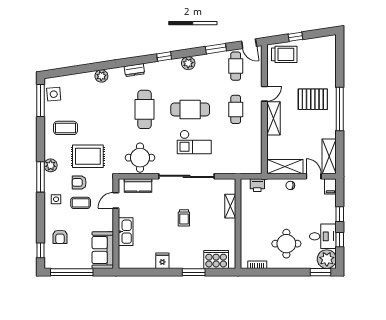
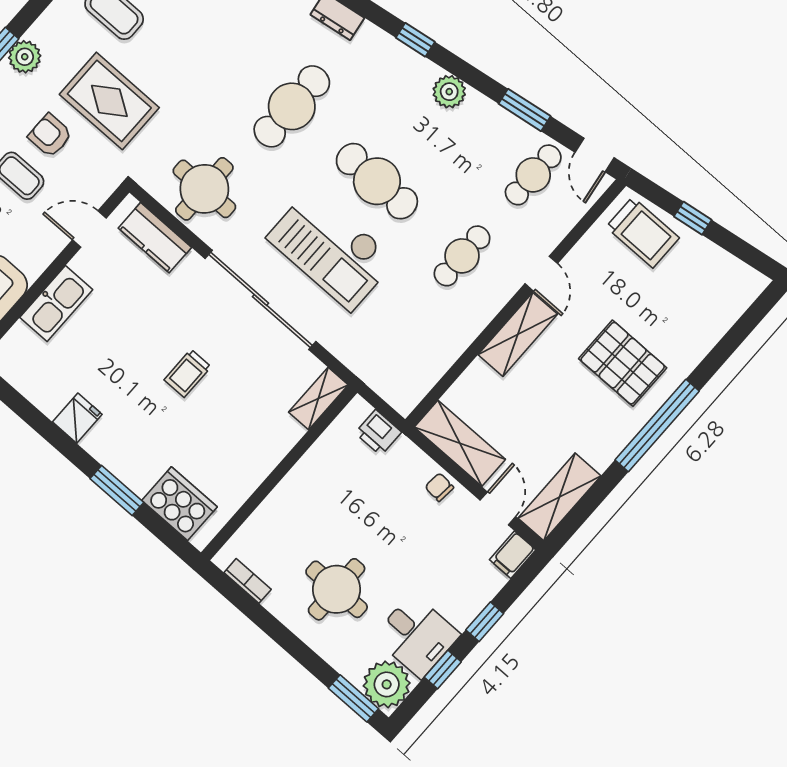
door: (264, 94) -> (541, 274), hinge flipped
checkout: (194, 142) -> (331, 249), width x1.36, depth x1.21
shelving: (230, 206) -> (318, 399), moved

